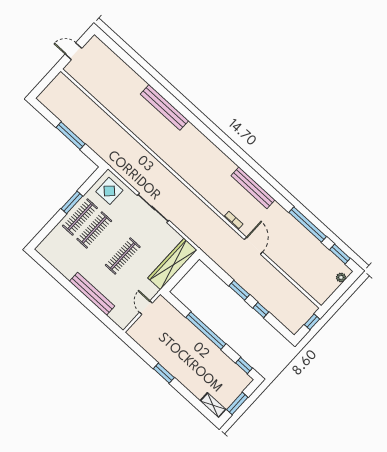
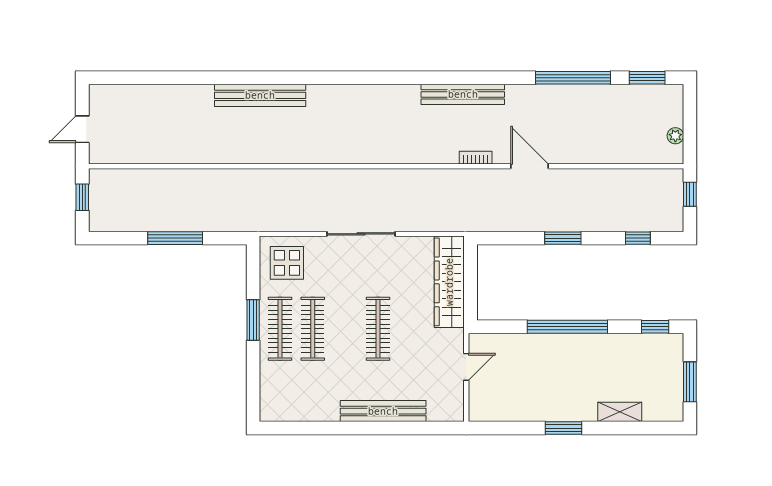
window: (46, 81) -> (82, 197), added
plant: (341, 277) -> (675, 136), moved
door: (146, 308) -> (466, 367), swing flipped
window: (261, 310) -> (638, 238), moved
shelving: (213, 405) -> (620, 412), moved

